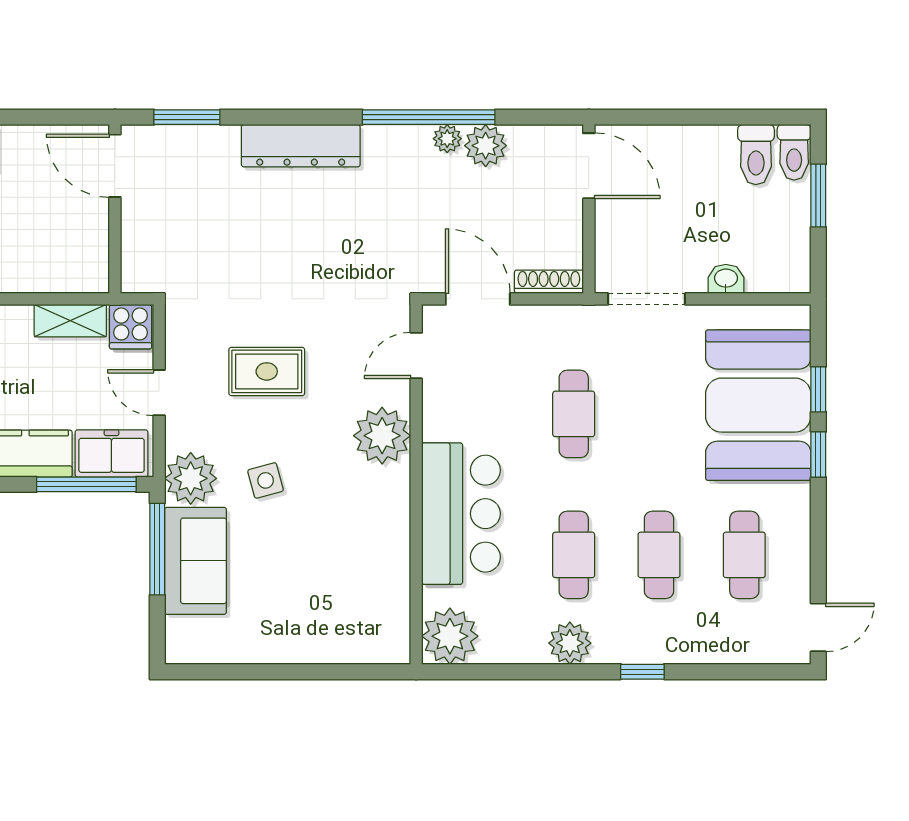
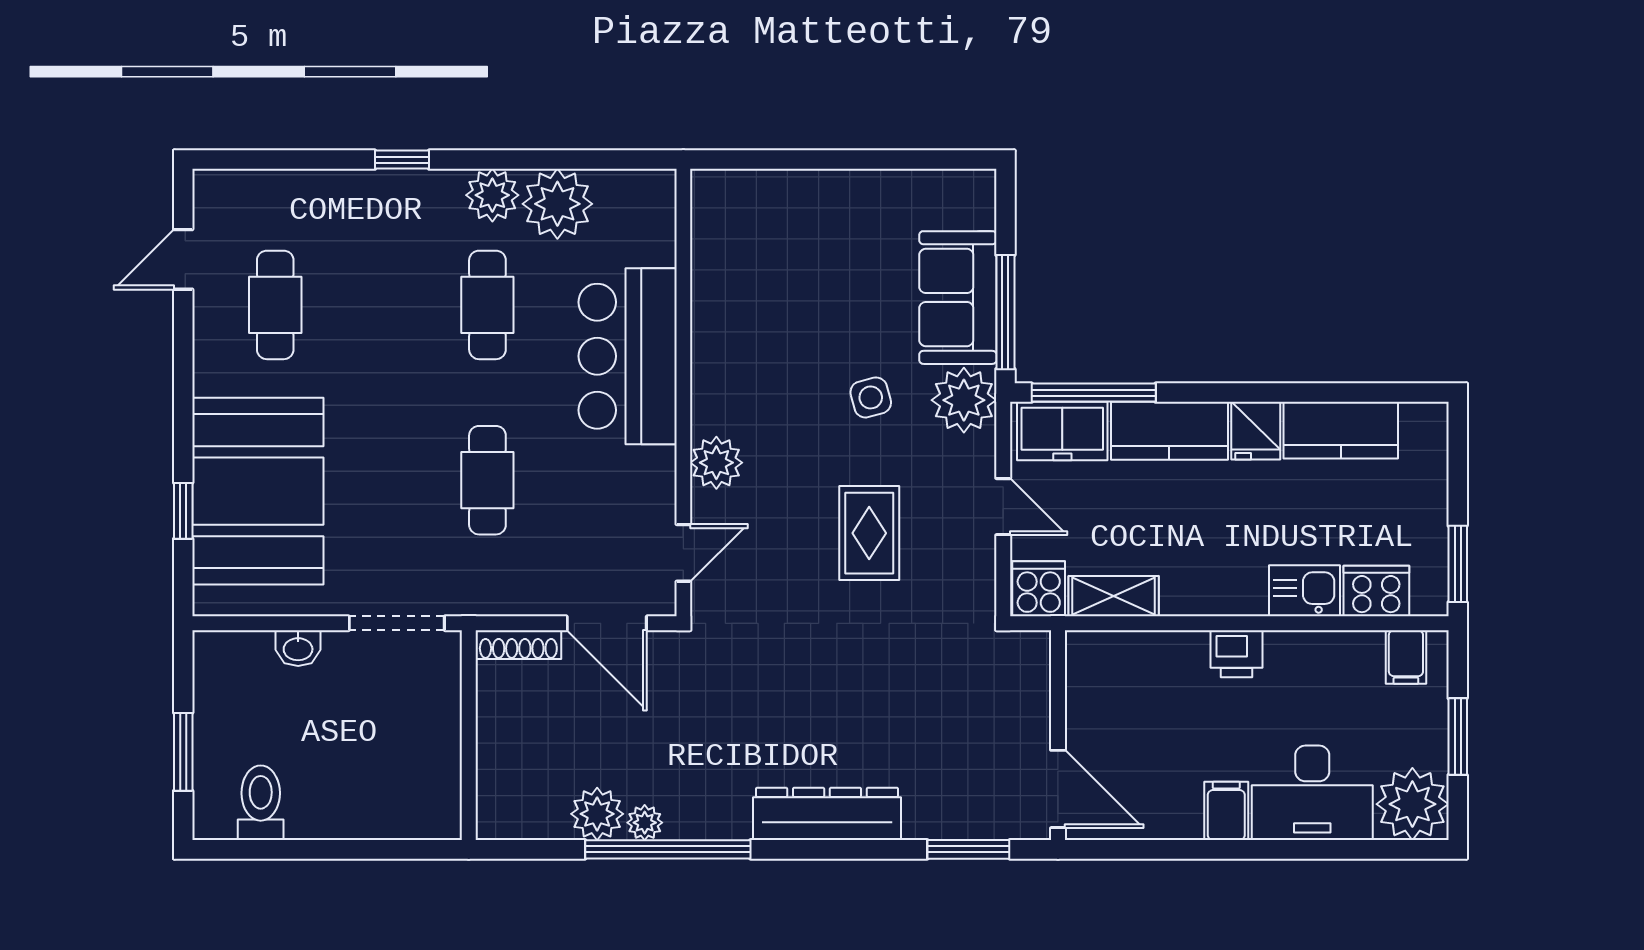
toilet: (794, 152) -> (213, 806), removed
door: (589, 166) -> (469, 789), removed
rug: (267, 371) -> (869, 533), turned 90
plant: (382, 436) -> (716, 463), width x0.73, depth x0.73
window: (818, 454) -> (183, 430), removed
cafe table: (659, 555) -> (381, 305), removed
door: (818, 627) -> (183, 259), moved
plant: (450, 636) -> (557, 204), moved

